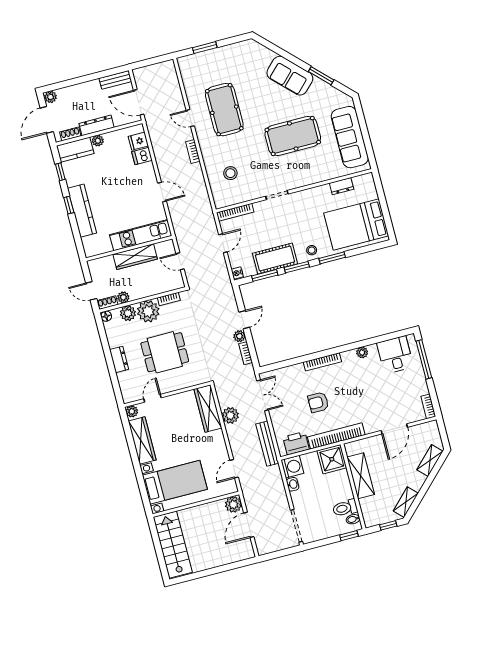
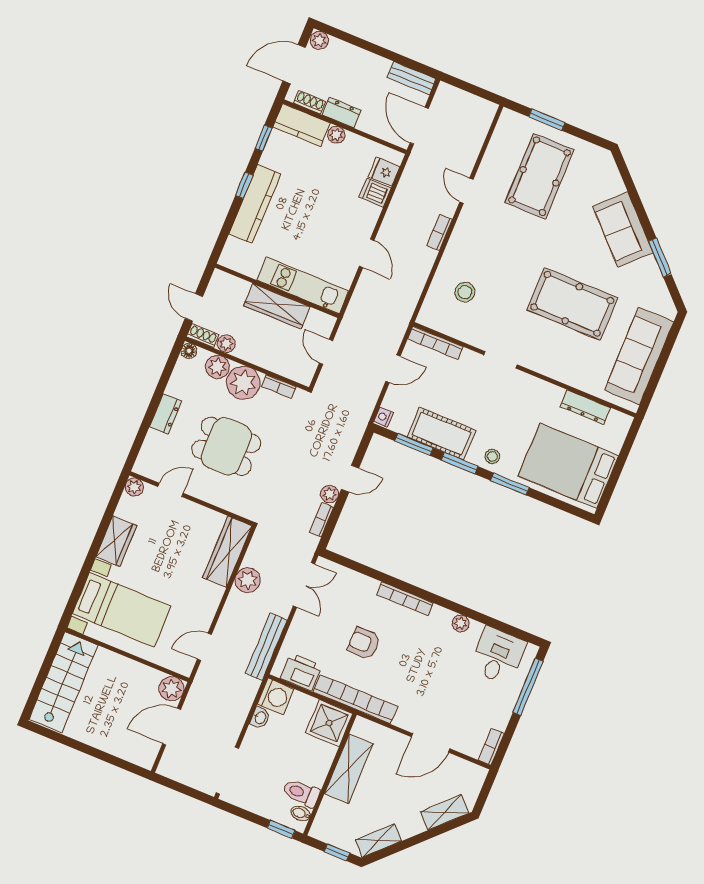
pool table: (224, 110) -> (540, 176), moved
dresser: (97, 125) -> (341, 113), width x0.70
dresser: (342, 186) -> (585, 407), width x1.44
wardrobe: (142, 440) -> (116, 541), width x0.67

